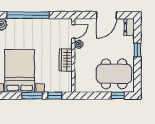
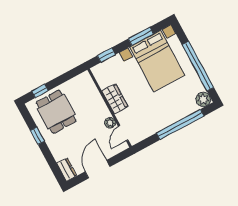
window: (137, 50) -> (37, 136), moved
dining table: (114, 74) -> (56, 112), width x0.73
window: (32, 96) -> (141, 36), moved

